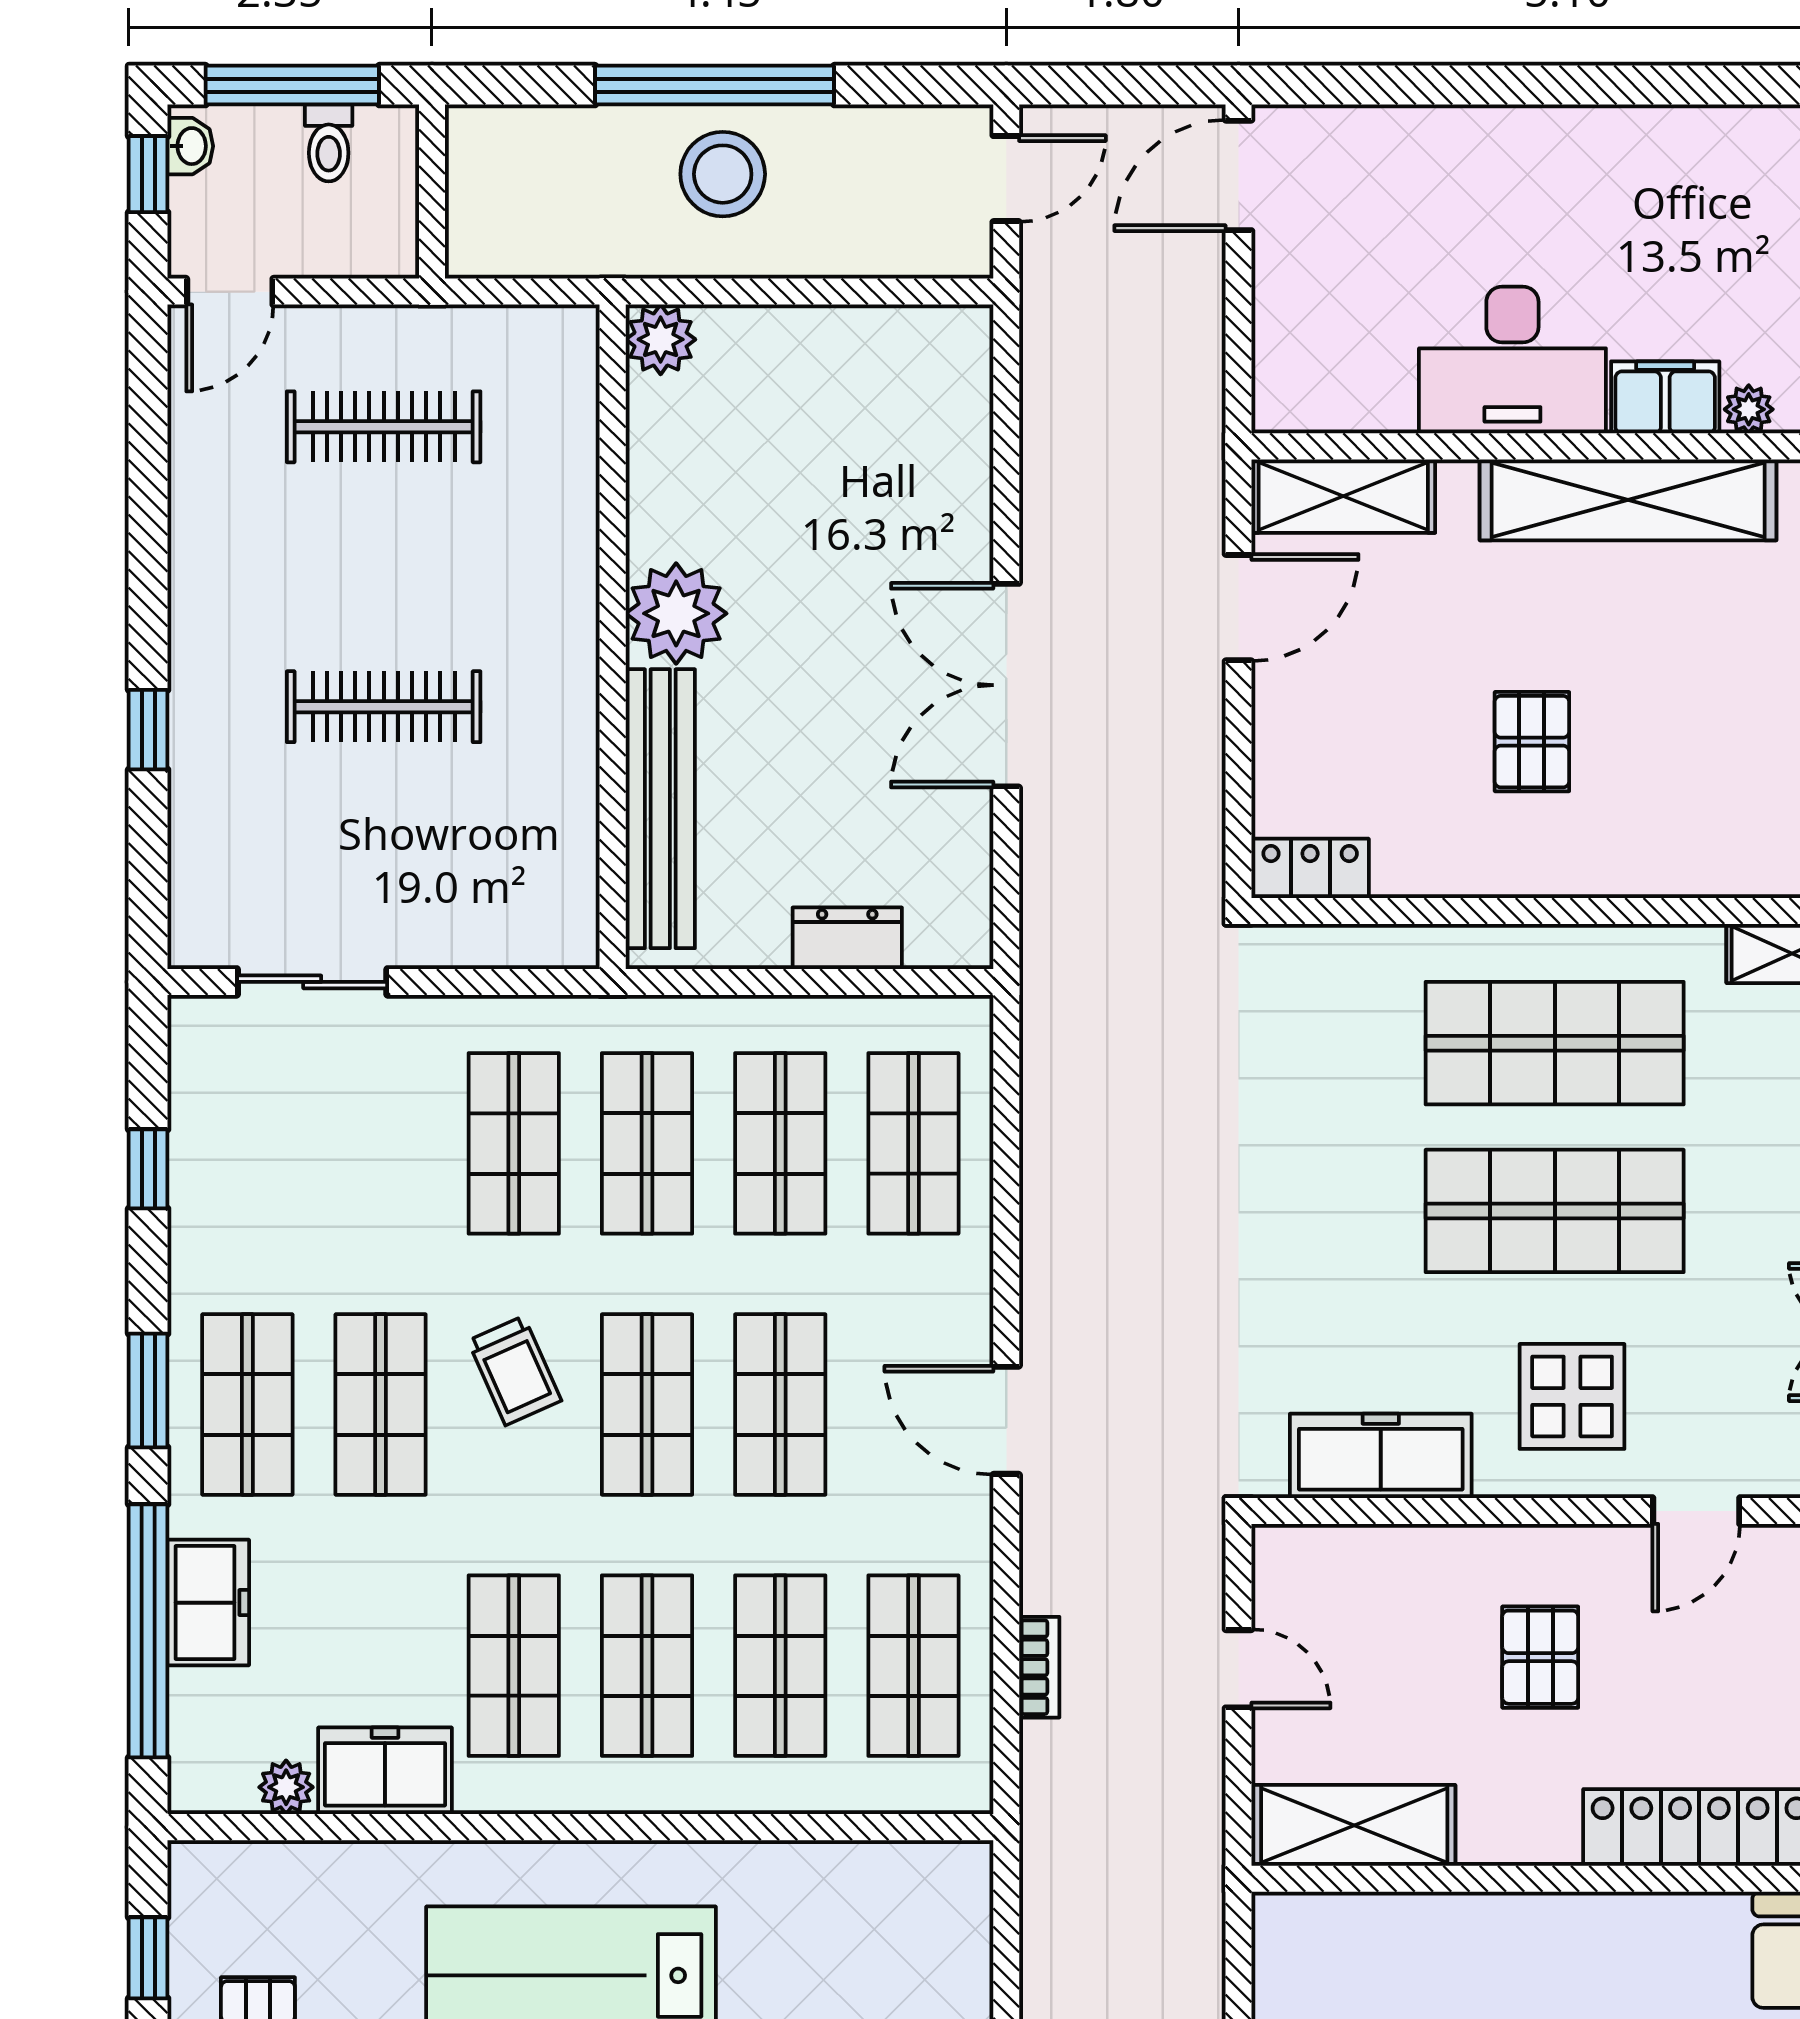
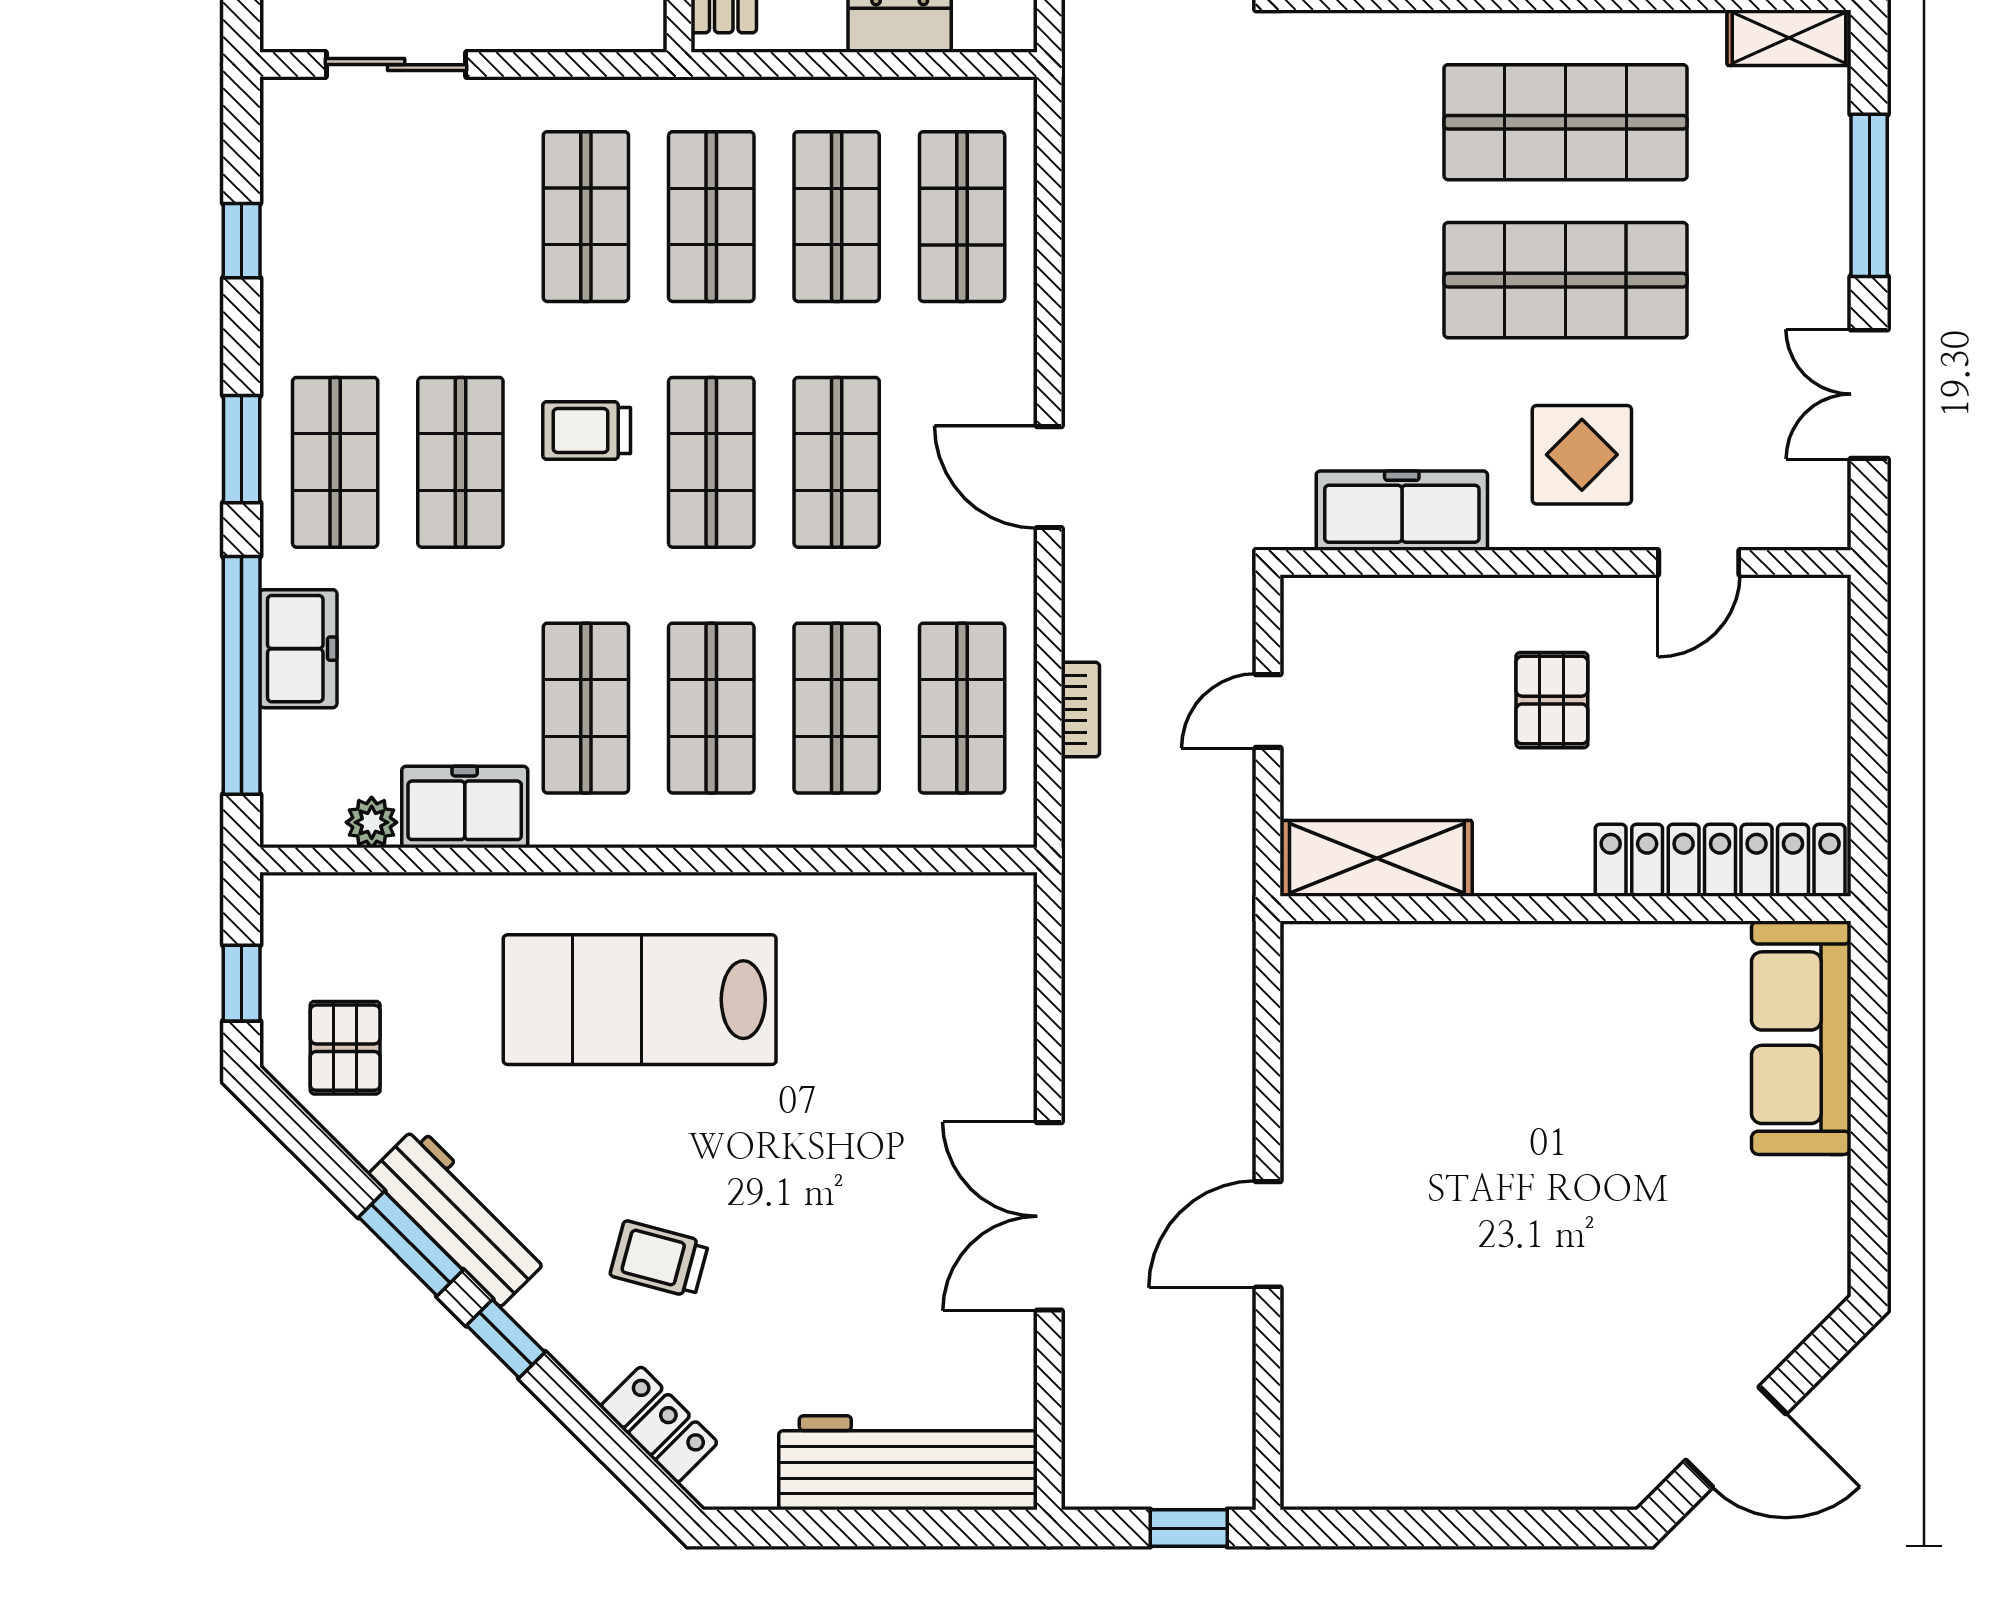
trolley: (515, 1371) -> (587, 430), turned 114
door: (1238, 1669) -> (1268, 711), swing flipped

